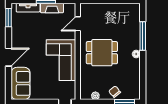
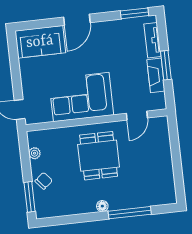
door: (78, 24) -> (137, 116), swing flipped
door: (8, 57) -> (77, 20), hinge flipped

